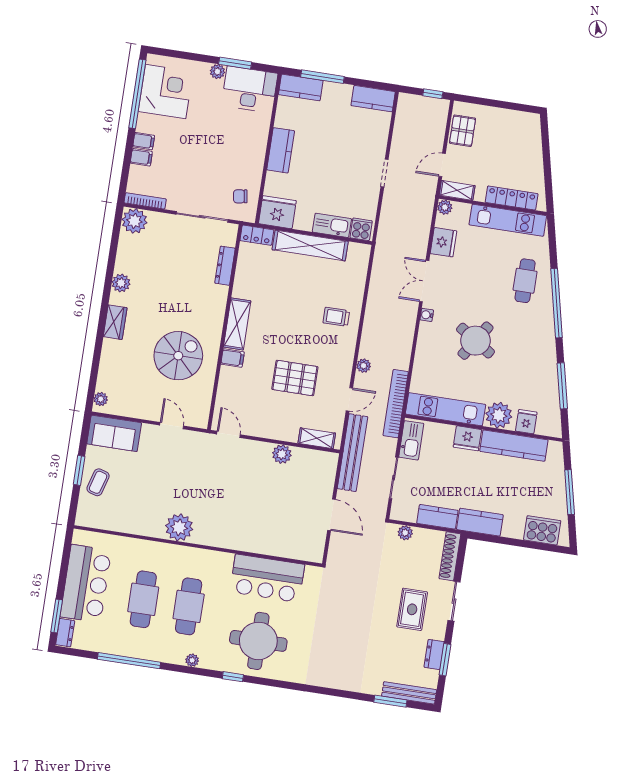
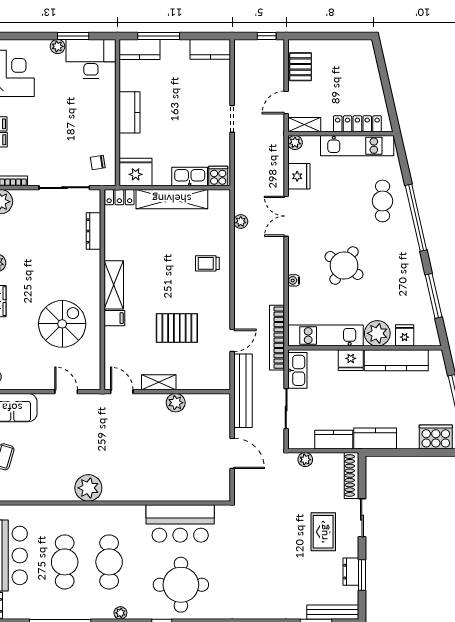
water cooler: (427, 315) -> (294, 280), moved
plant: (364, 366) -> (241, 222), moved
shelving: (317, 438) -> (159, 382), moved

